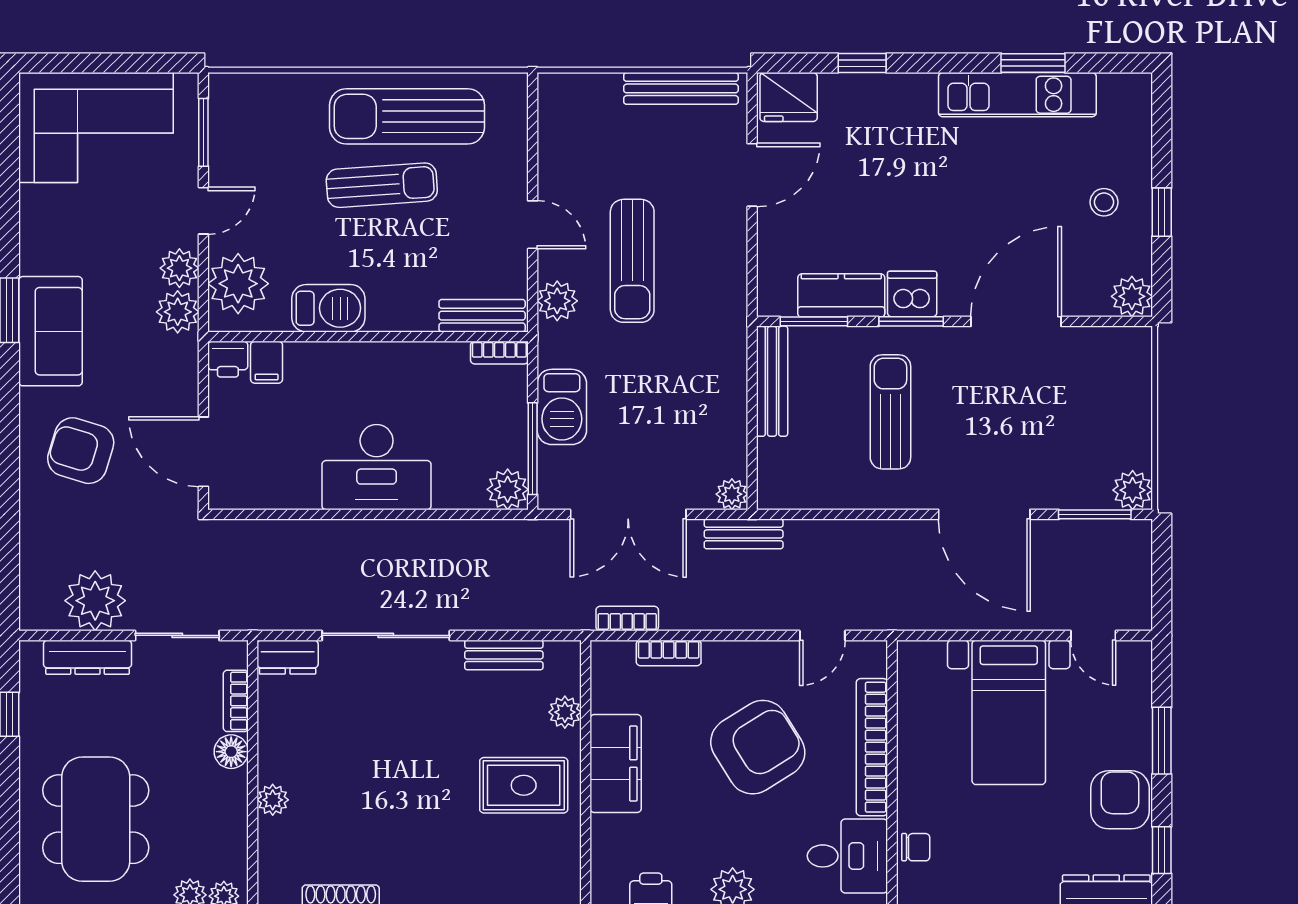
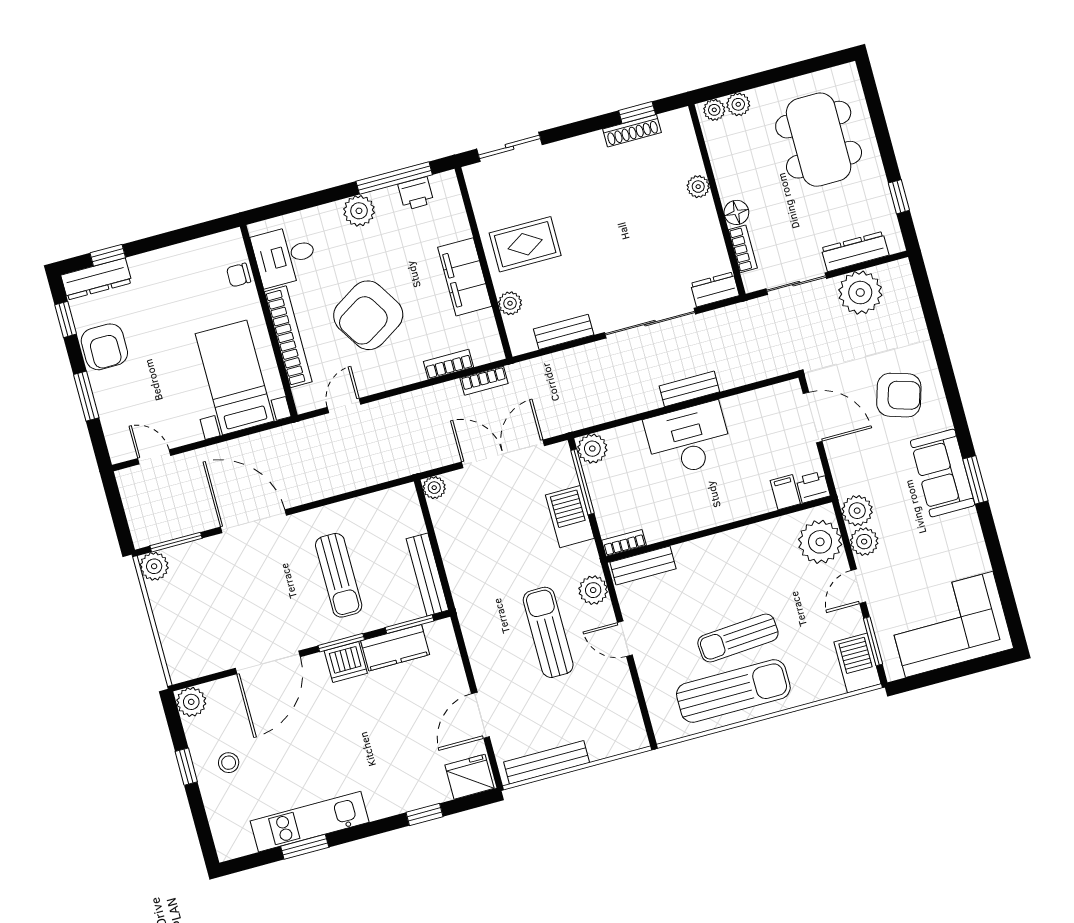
barbecue: (328, 308) -> (858, 663), moved, turned 90
bench: (744, 534) -> (689, 389), moved
bed with nightstands: (1009, 712) -> (235, 377), moved

